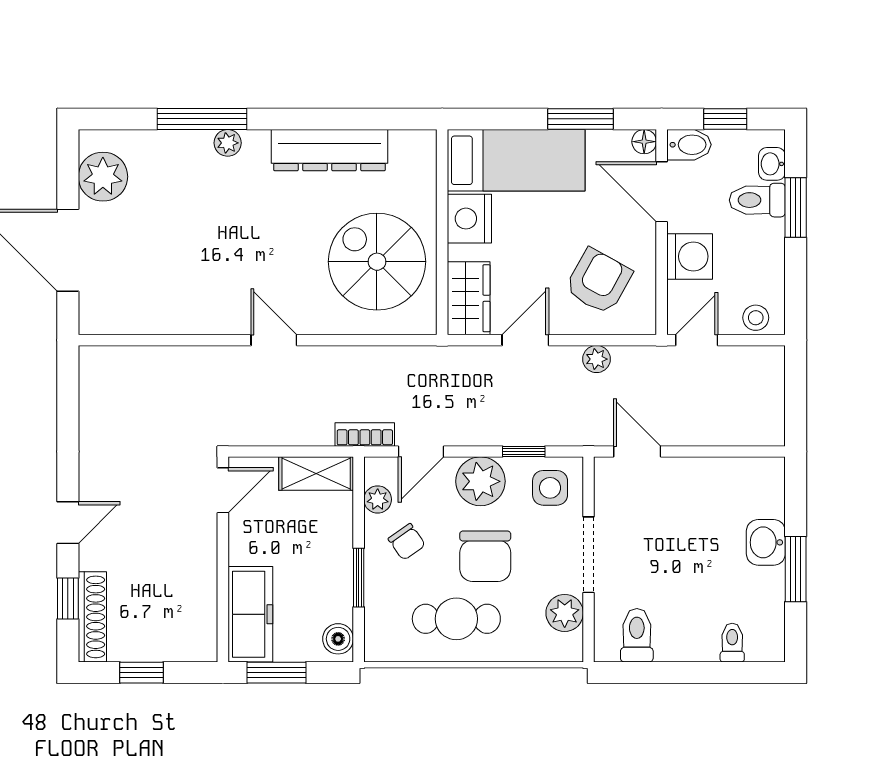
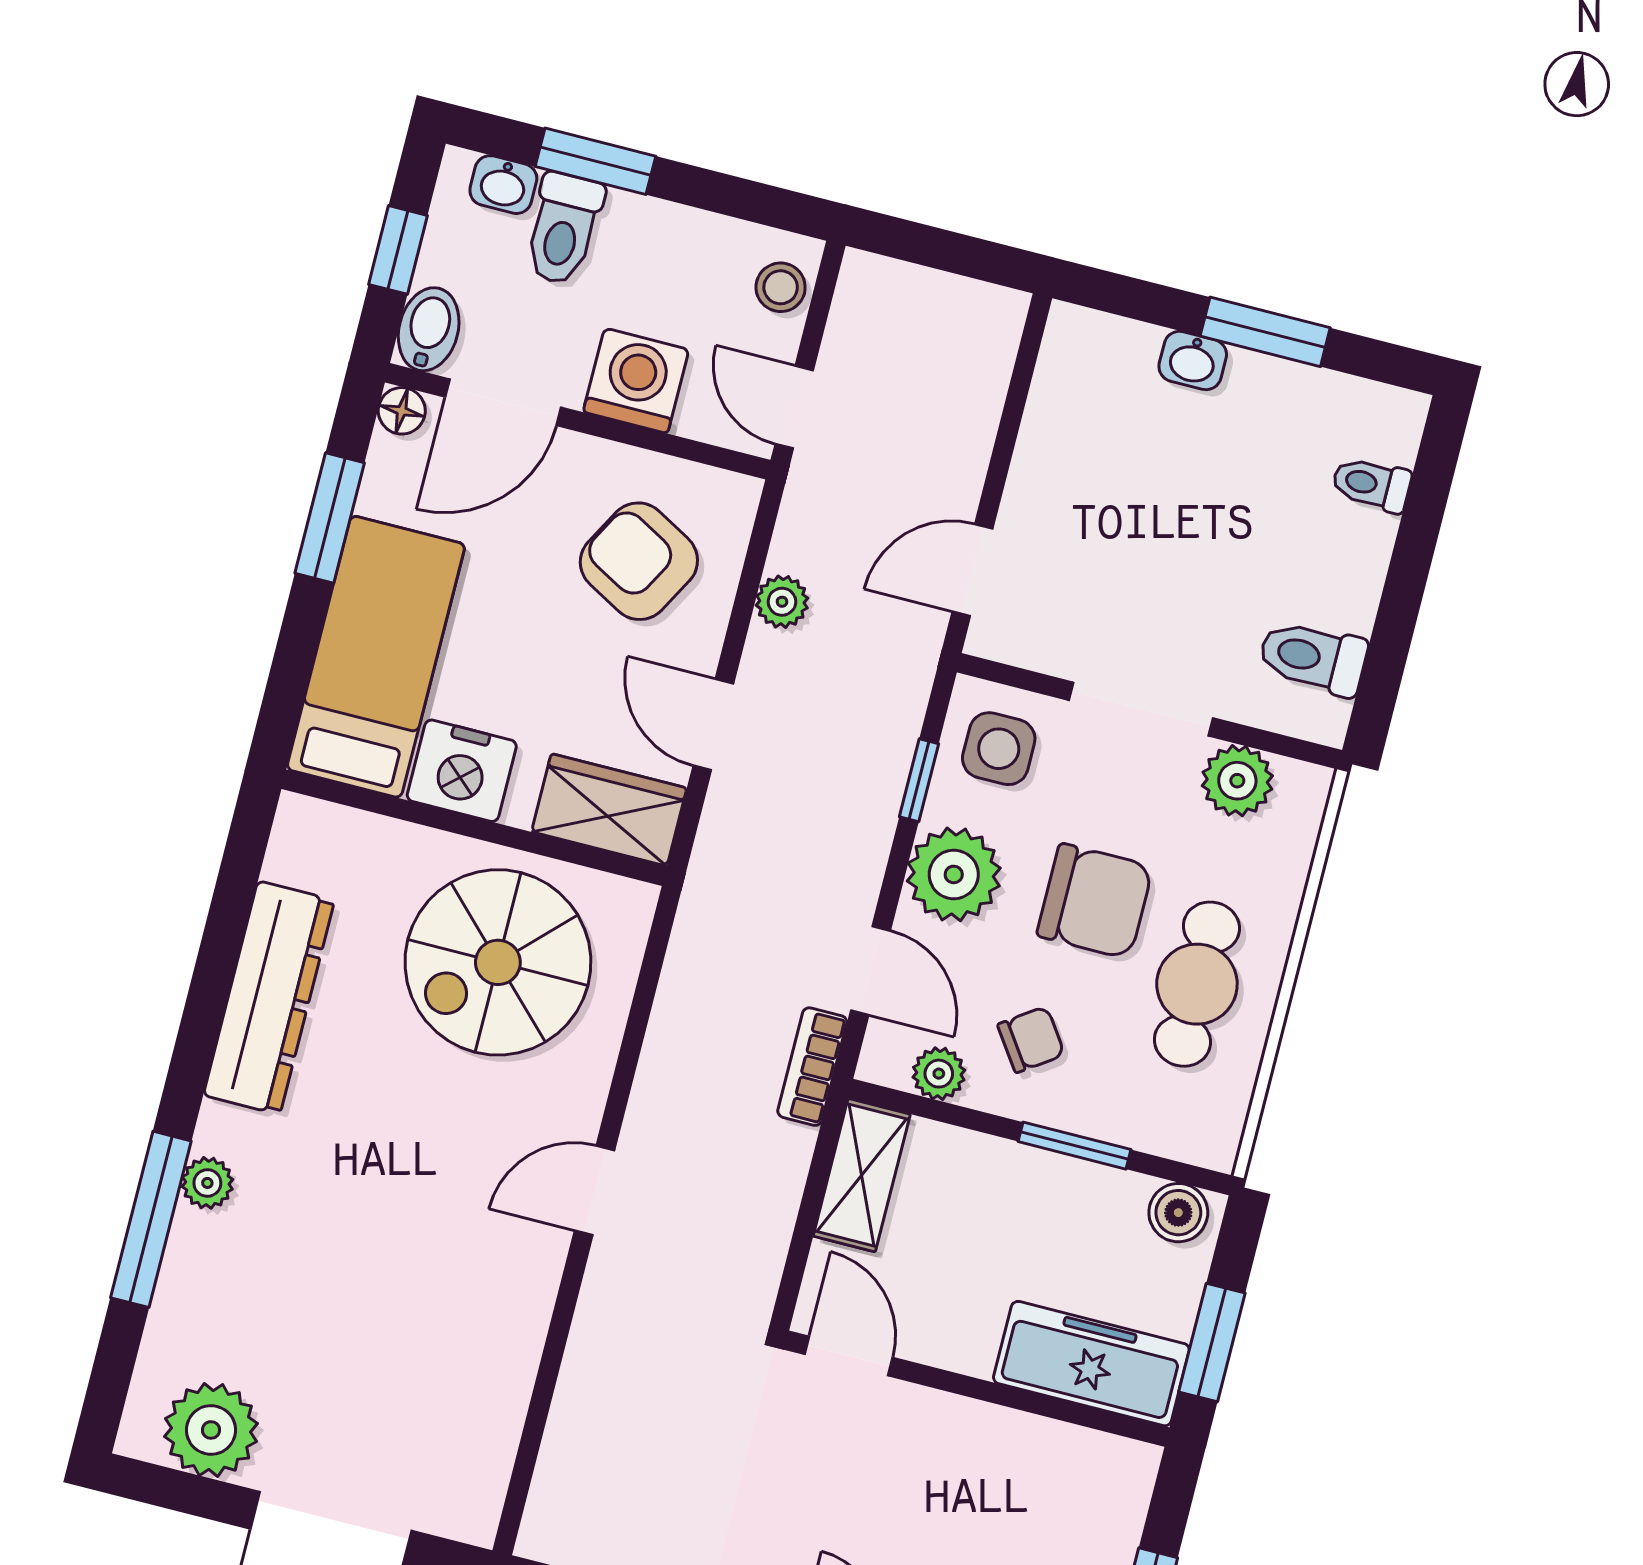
washbasin: (766, 542) -> (1193, 361), width x0.72, depth x0.69

